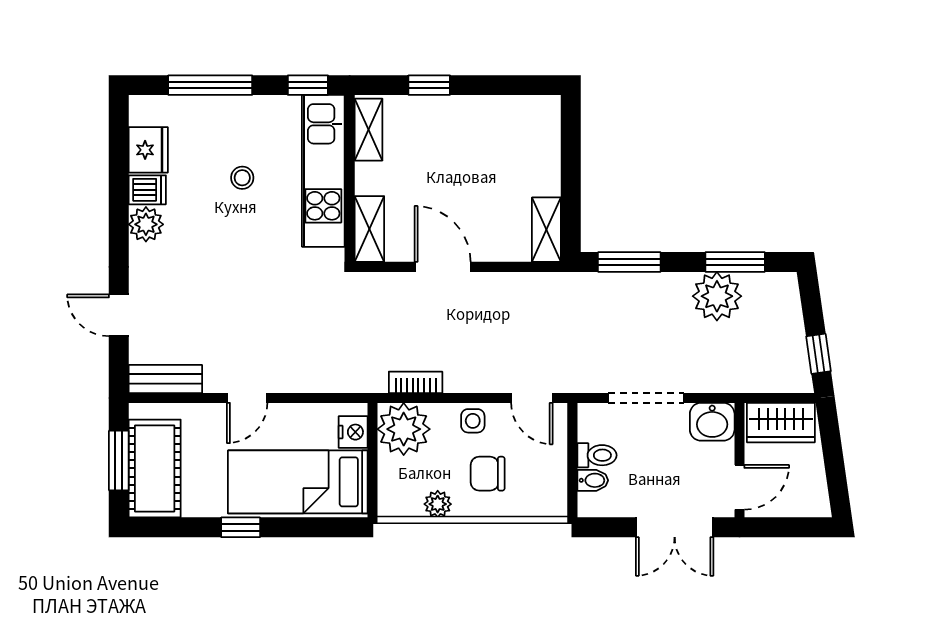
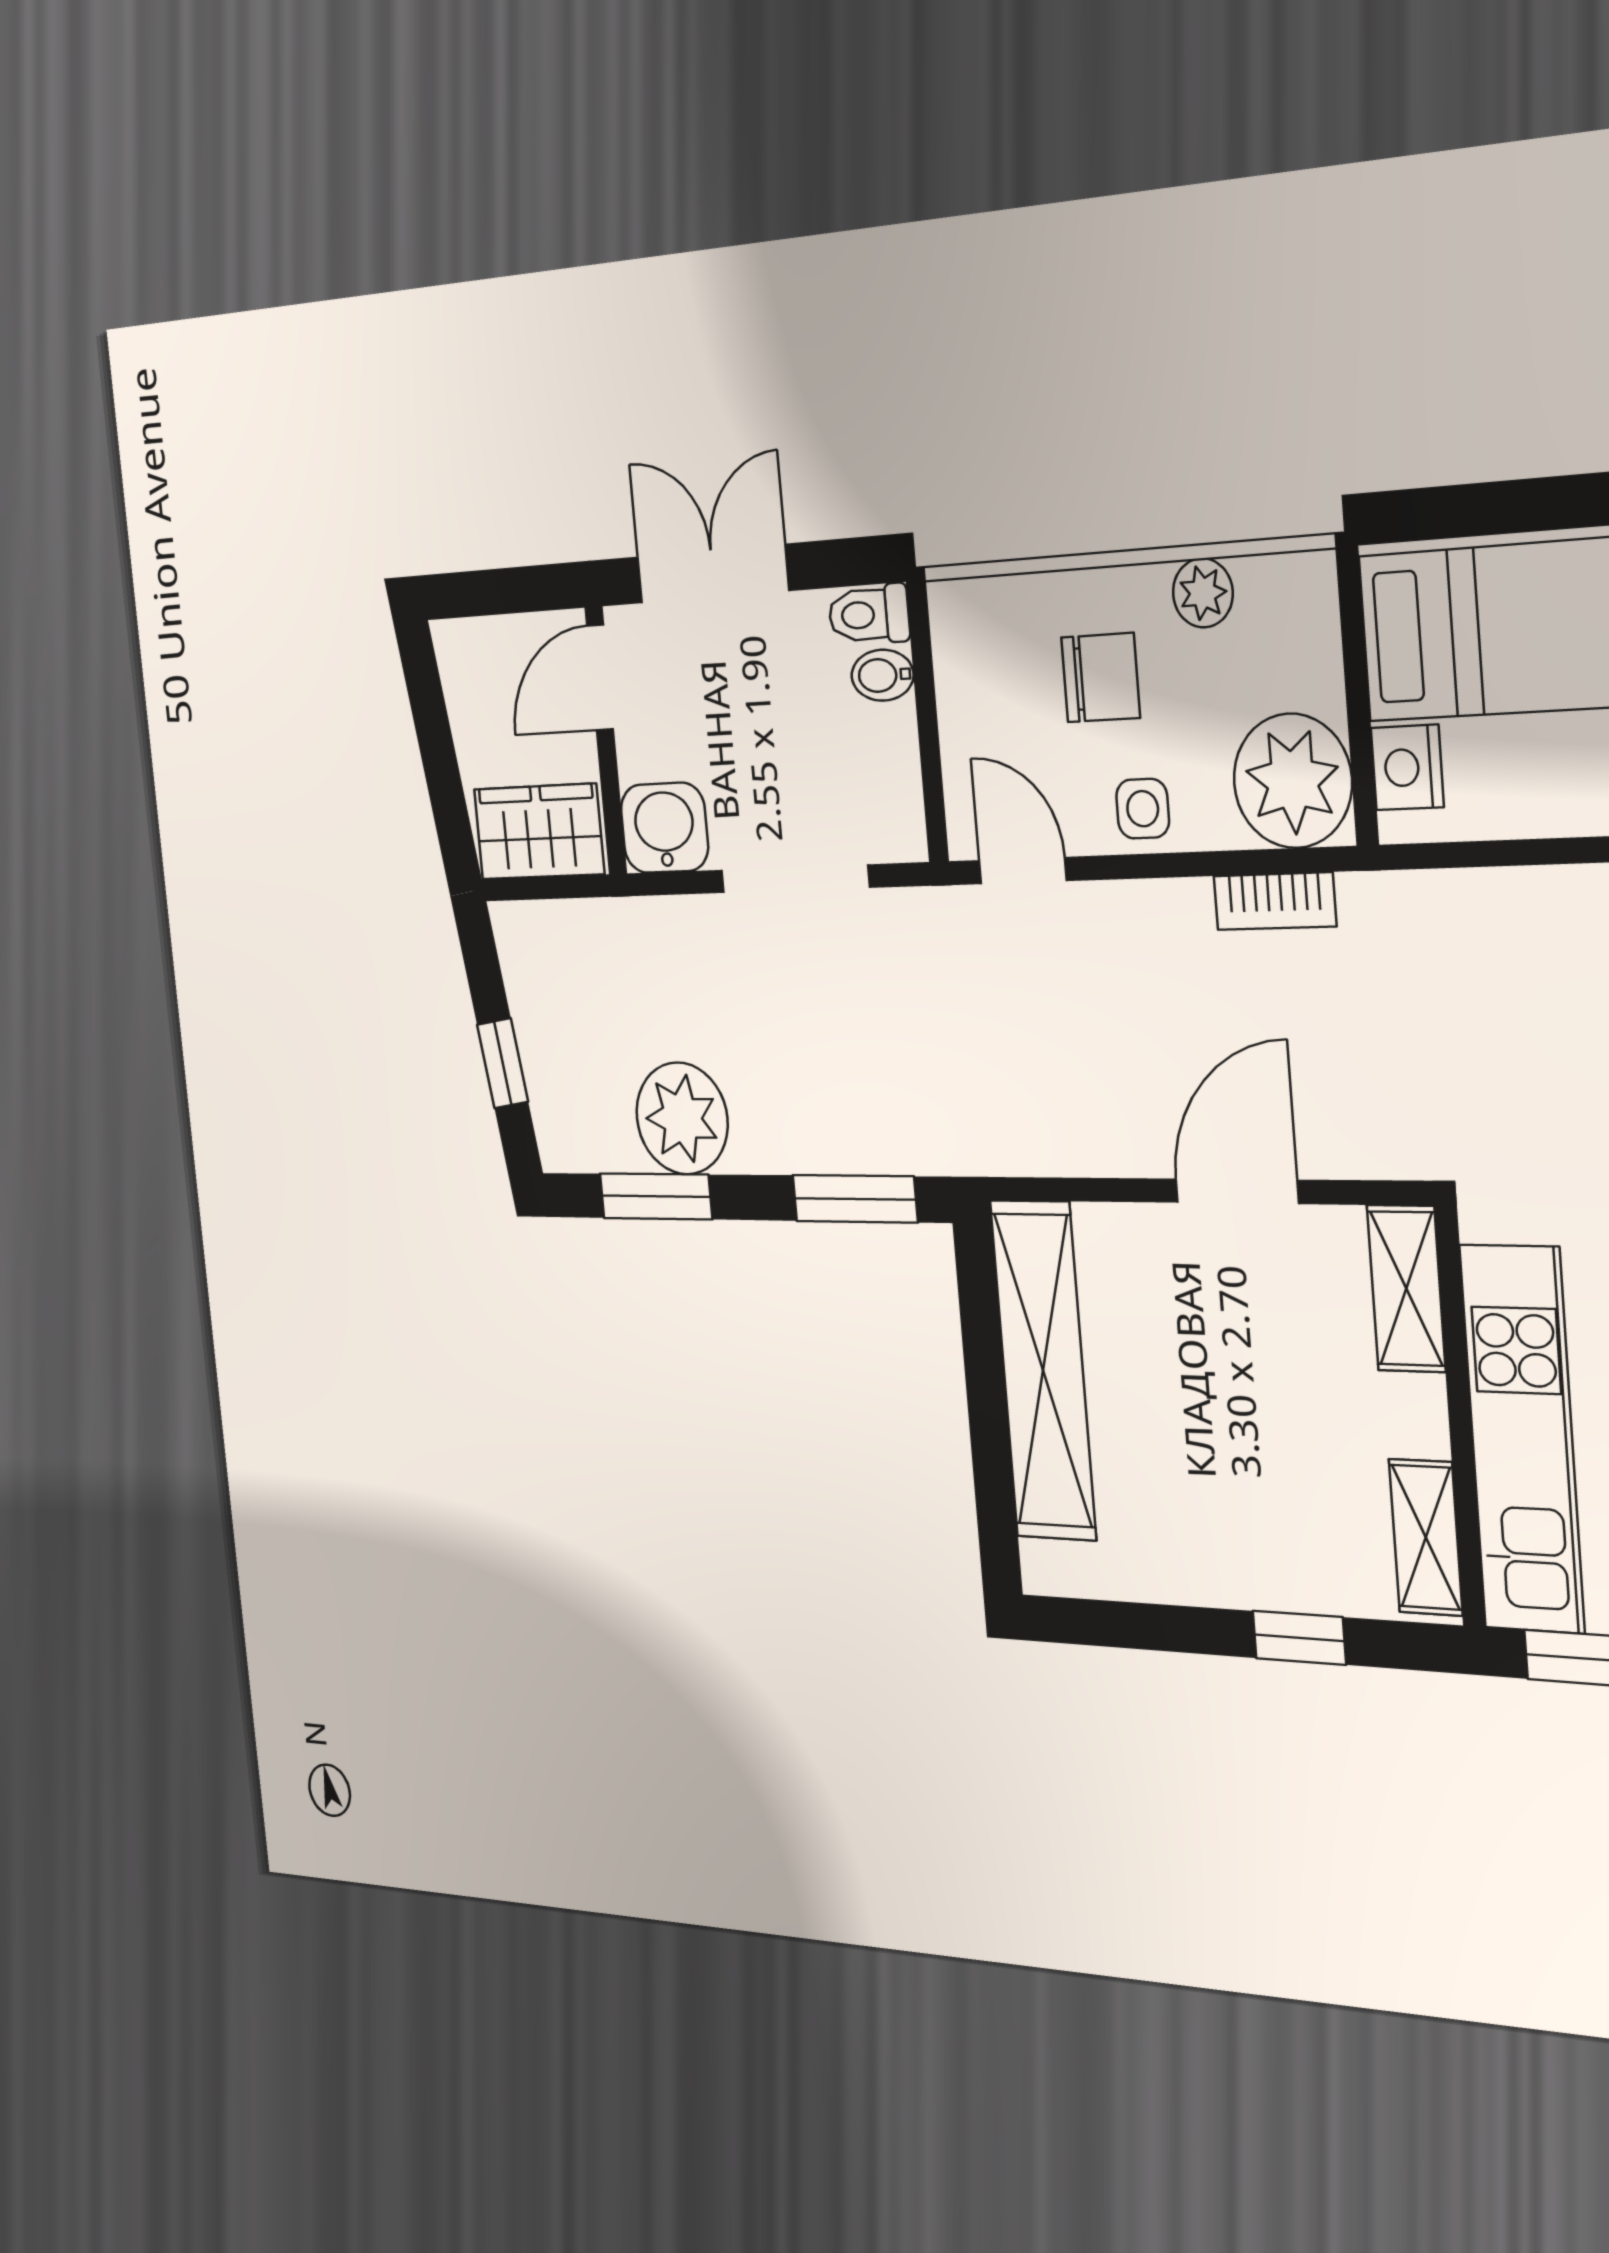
shelving: (546, 230) -> (1043, 1370), width x2.20, depth x1.33
door: (443, 267) -> (1237, 1191), swing flipped
window: (819, 354) -> (503, 1063), moved
toilet: (597, 455) -> (869, 614), moved

